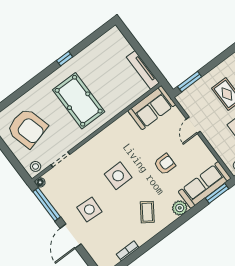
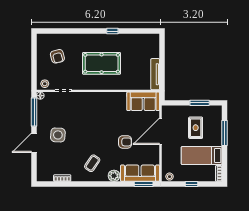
window: (190, 82) -> (200, 103), moved
pool table: (79, 101) -> (102, 63), turned 90
door: (193, 125) -> (160, 131), width x1.88
armchair: (27, 128) -> (57, 56), width x0.53, depth x0.53
side table: (118, 176) -> (91, 128), removed

